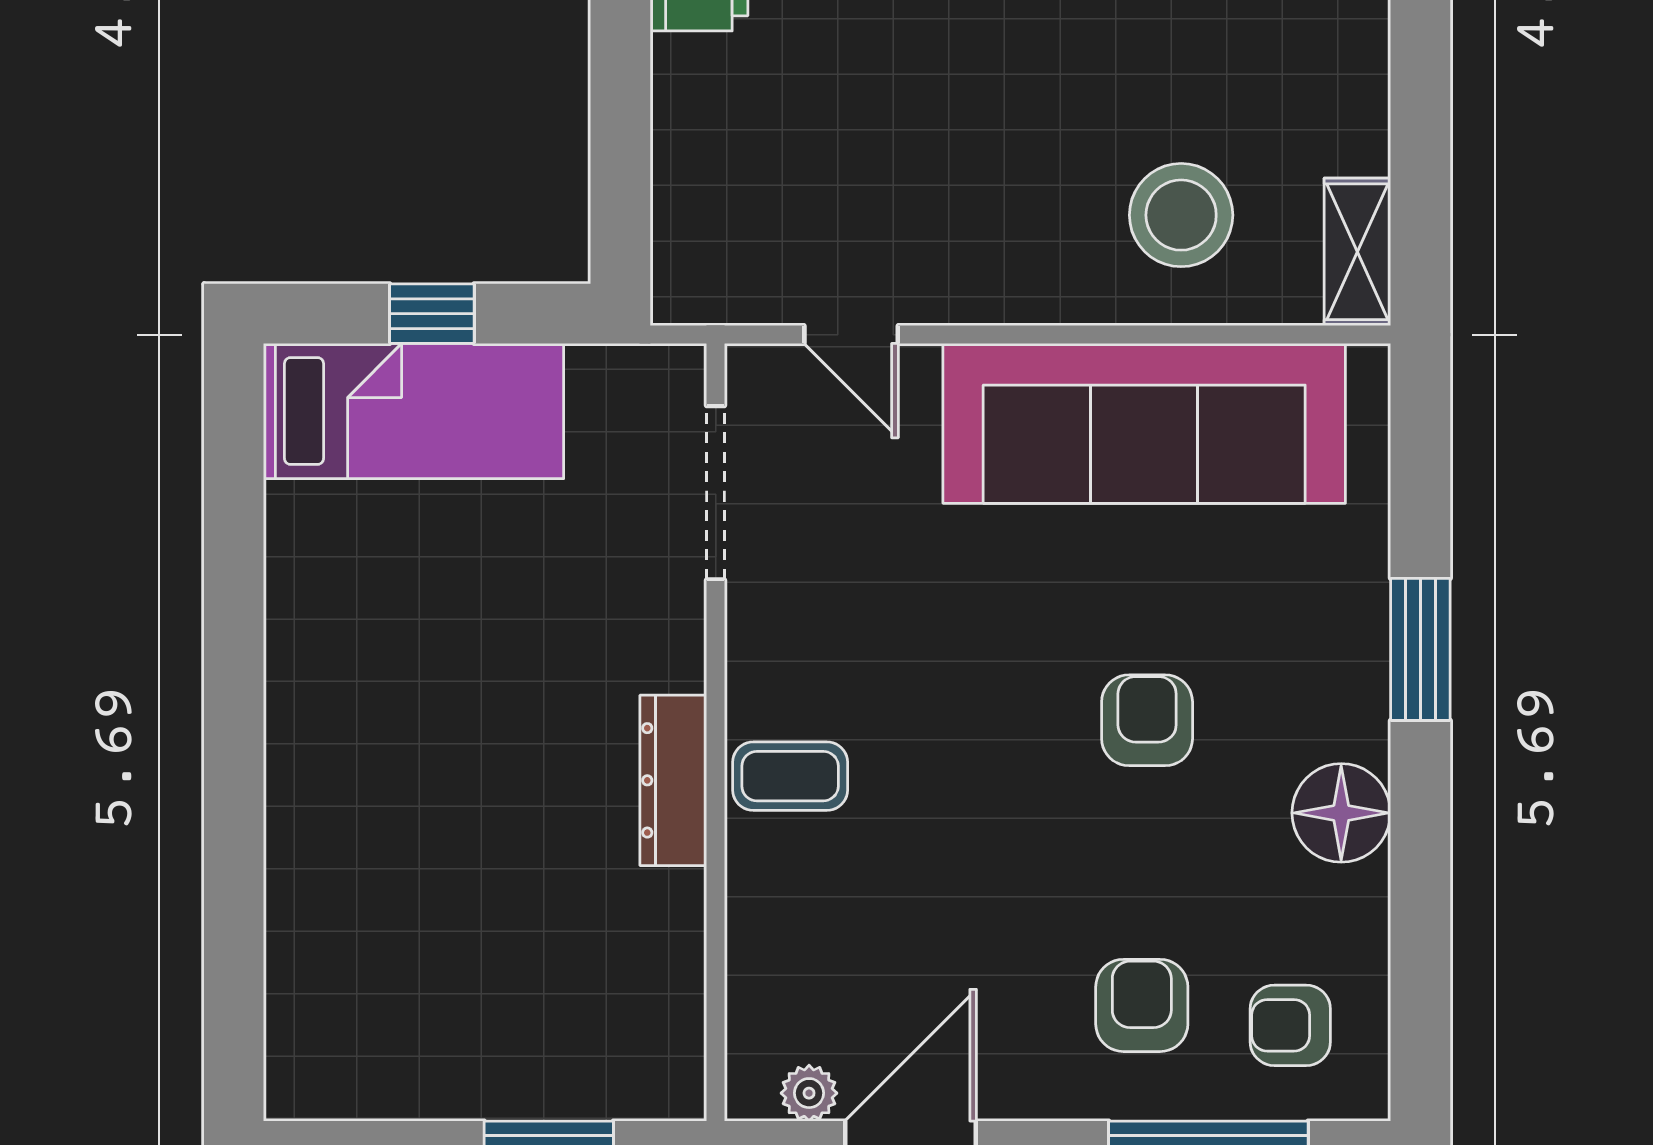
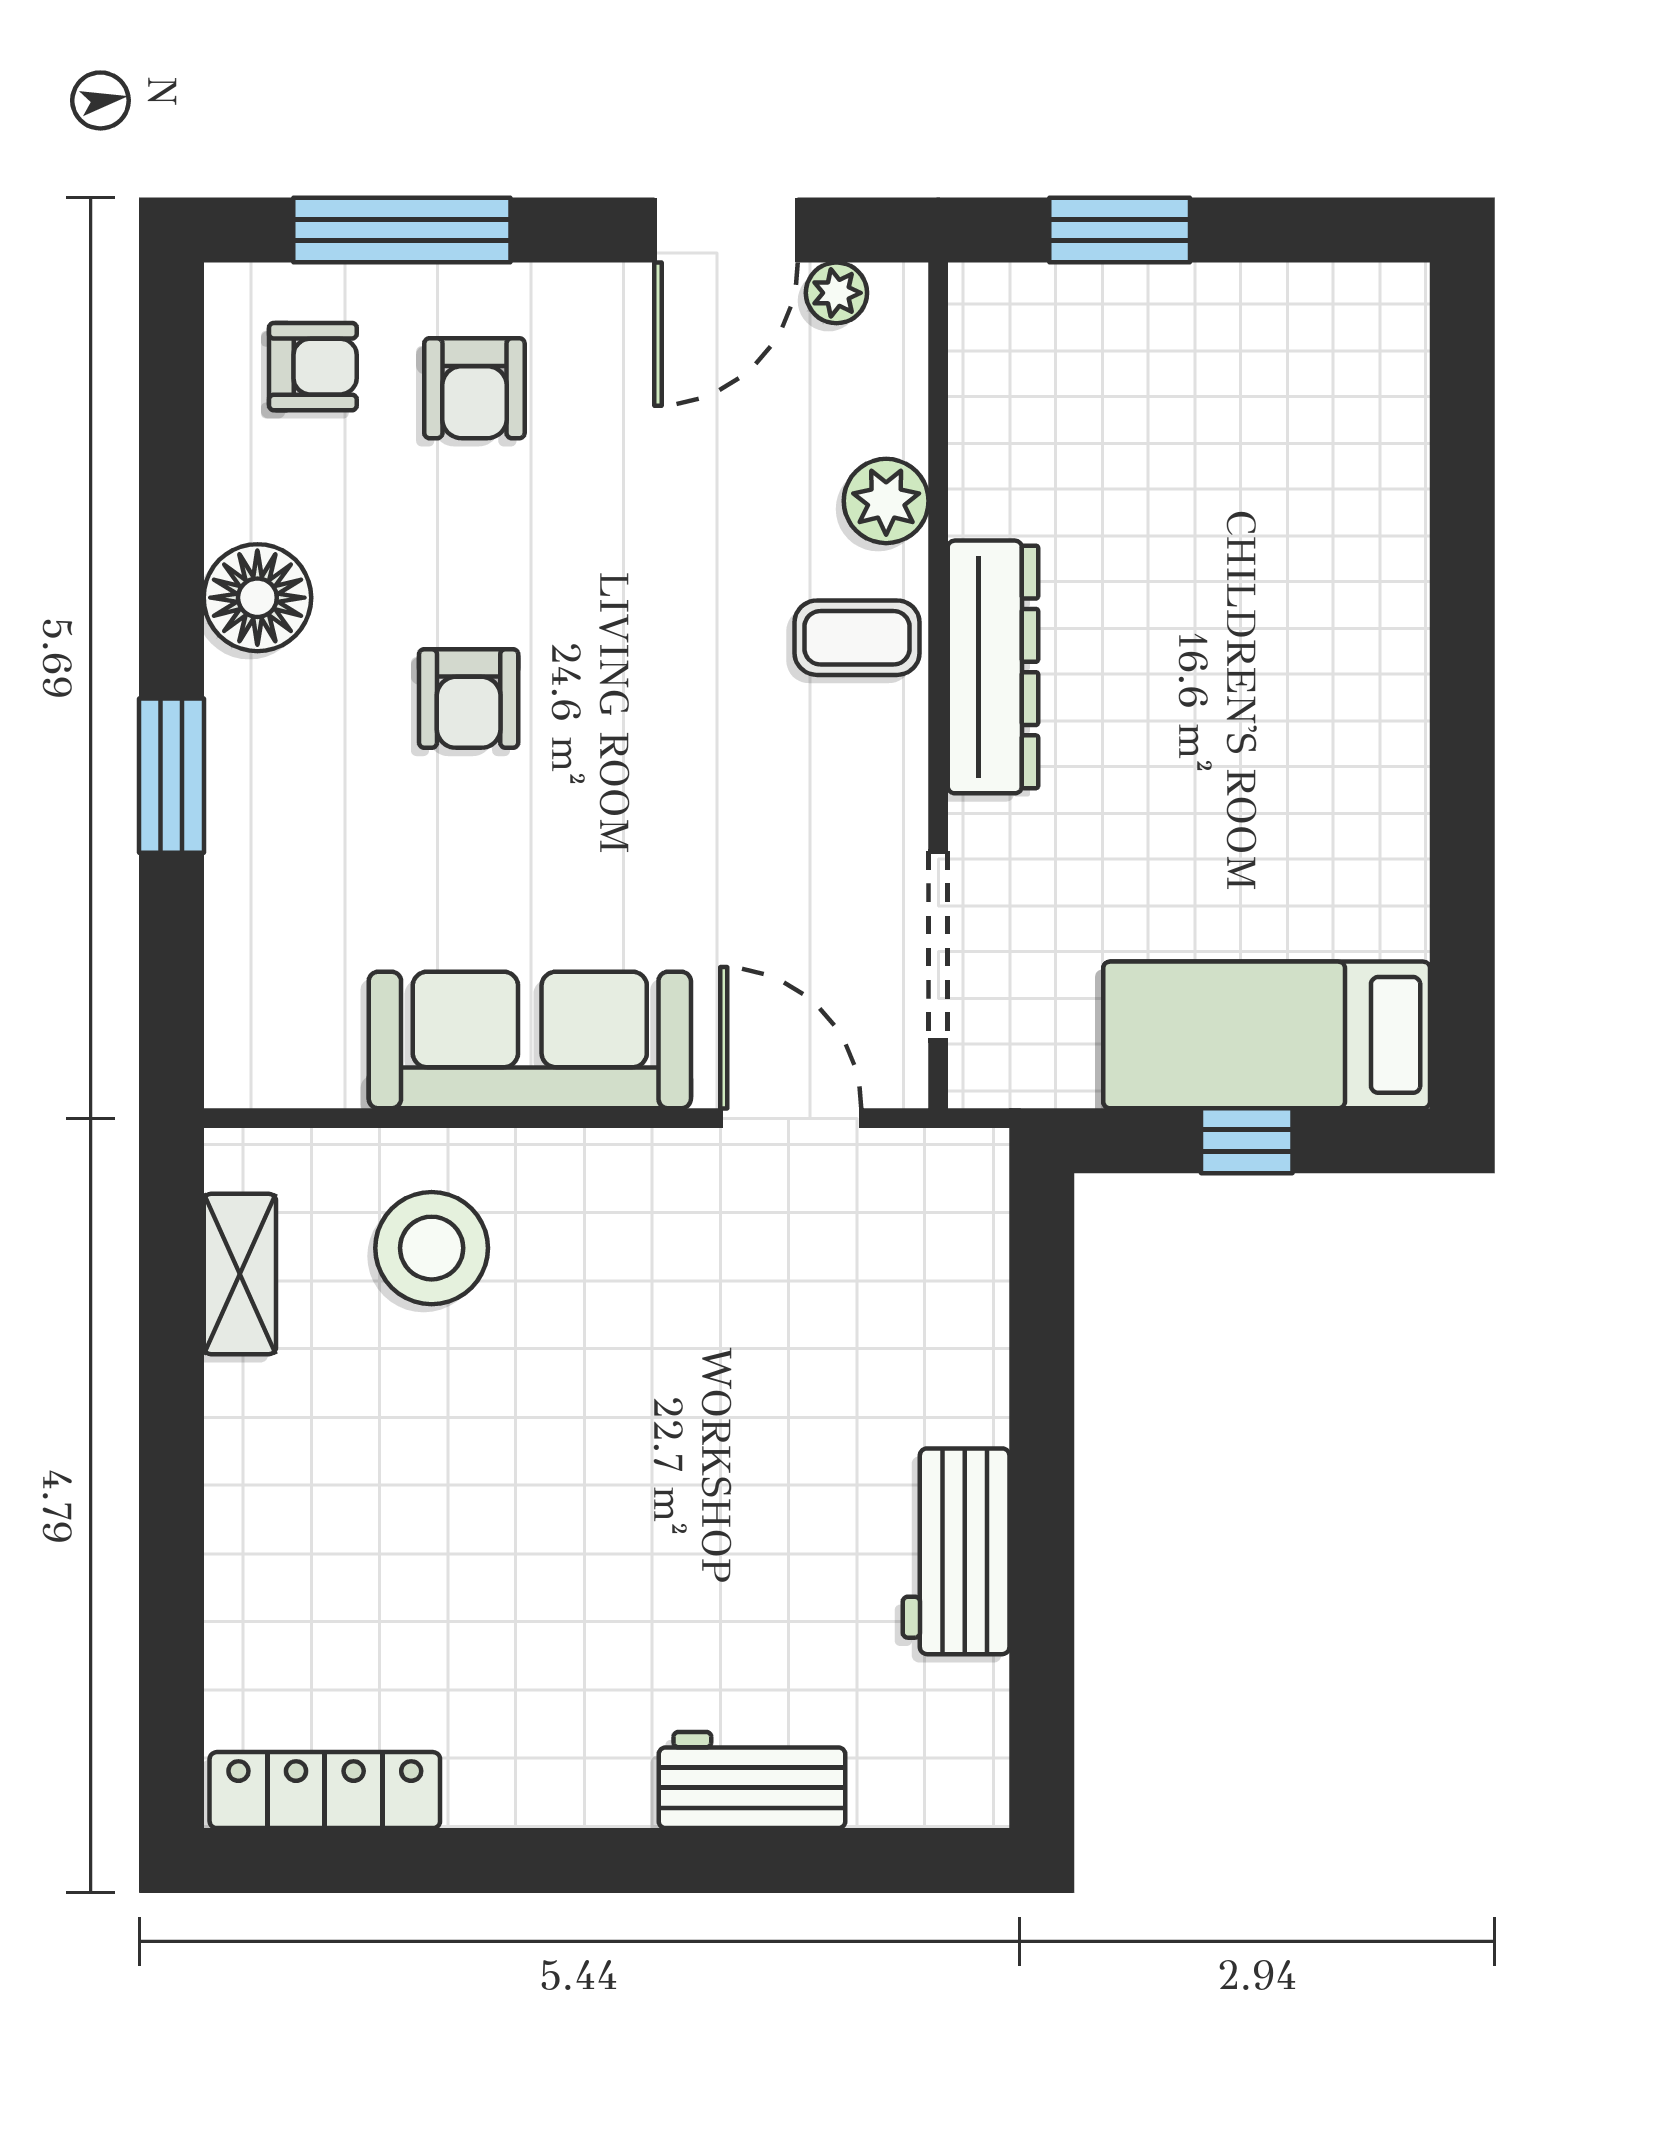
shelving: (1357, 252) -> (240, 1274), moved
door: (851, 335) -> (791, 1118), width x1.38
sofa: (1144, 423) -> (530, 1040), width x0.74, depth x0.79
dresser: (673, 780) -> (993, 667), width x1.37, depth x1.24
plant: (763, 902) -> (886, 501), added

